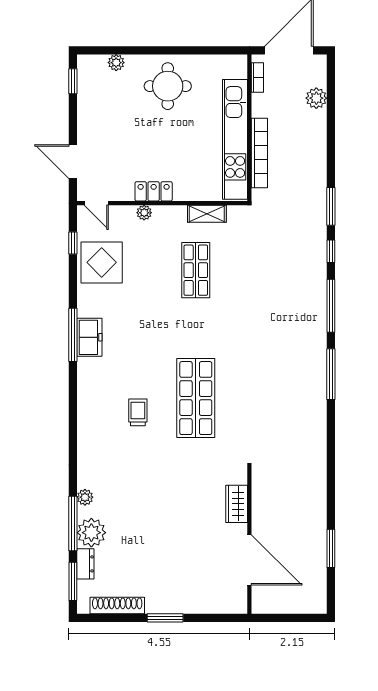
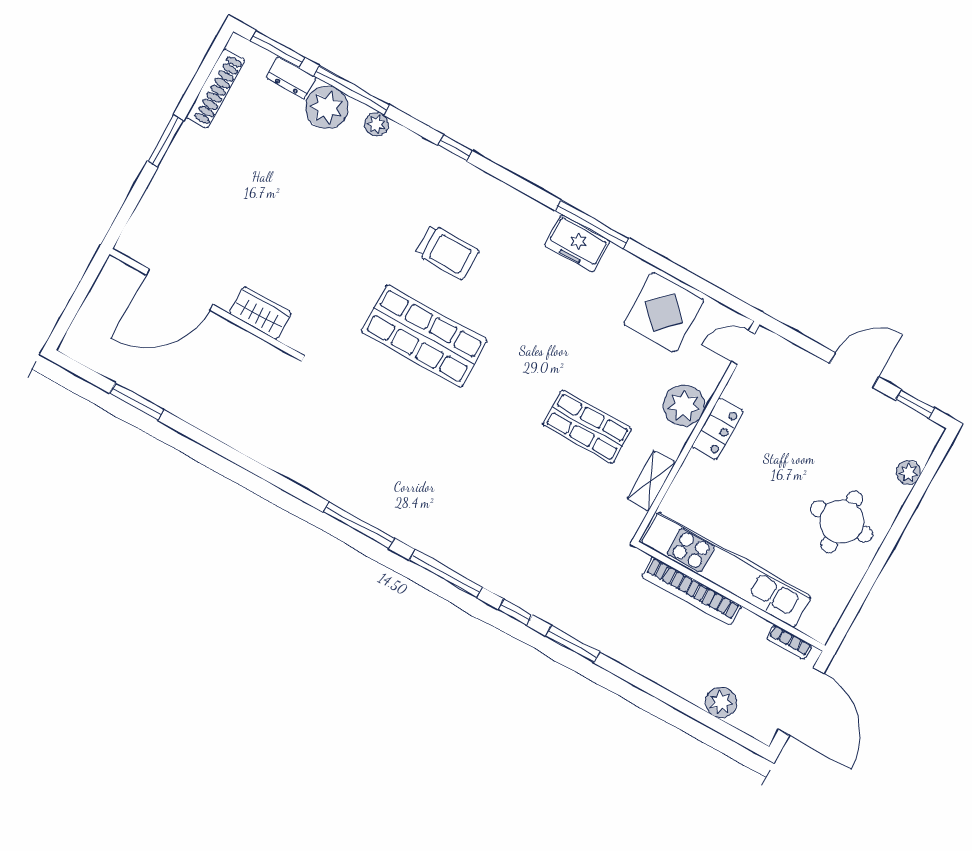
door: (73, 162) -> (854, 370), moved
plant: (144, 213) -> (684, 406), width x1.88, depth x1.88
window: (73, 243) -> (455, 148), moved
trolley: (138, 412) -> (447, 252), width x1.36, depth x1.39

